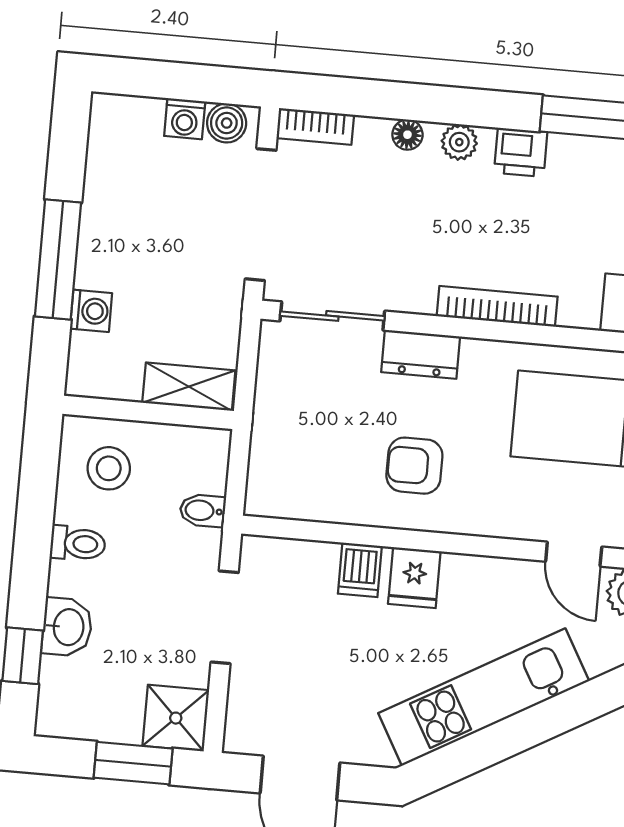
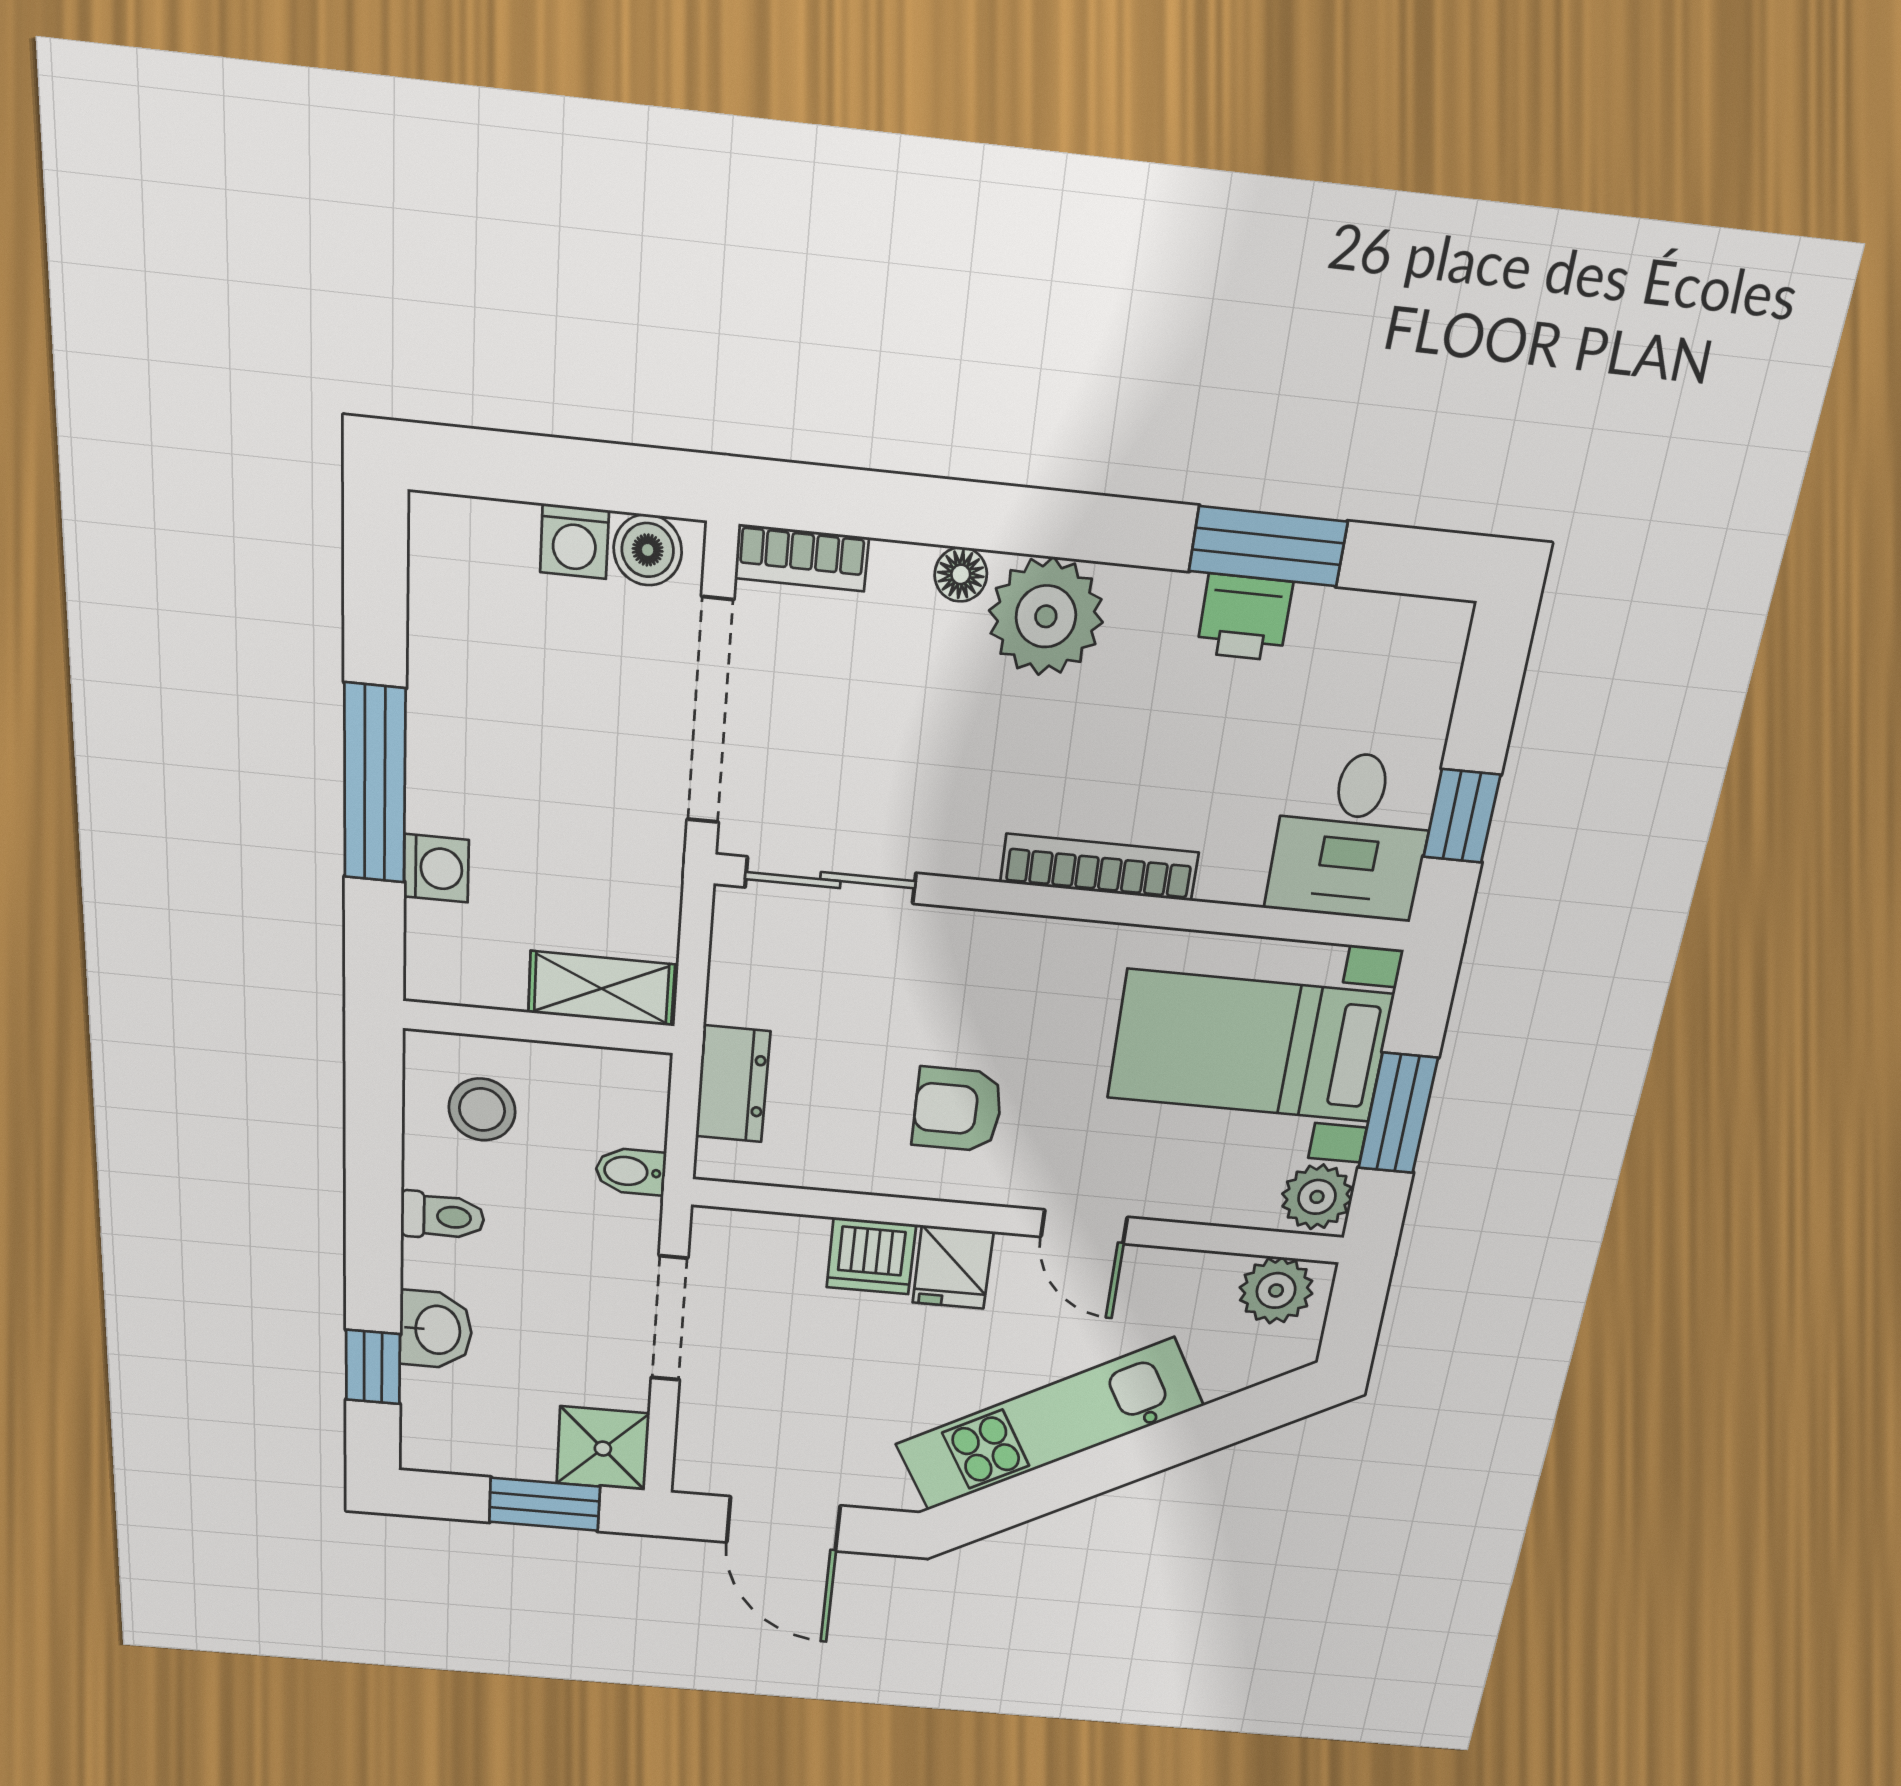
plant: (459, 142) -> (1046, 616), width x1.88, depth x1.88
printer: (521, 152) -> (1245, 617), moved
dresser: (421, 354) -> (733, 1084), moved, turned -90
door: (574, 554) -> (1084, 1227), moved
dishwasher: (360, 570) -> (871, 1256), width x1.38

